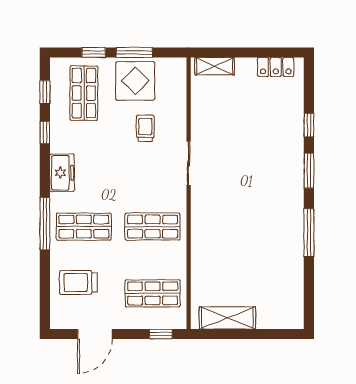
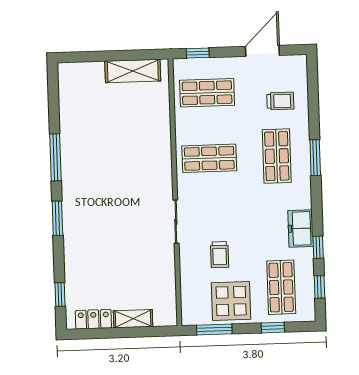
window: (134, 52) -> (214, 330), moved
shelving: (215, 66) -> (133, 319), moved
window: (309, 125) -> (60, 295), moved
freezer: (62, 173) -> (301, 228), moved
window: (45, 224) -> (315, 158), width x0.69
shop shelf: (84, 227) -> (277, 156), turned 90
trolley: (78, 282) -> (280, 101), width x0.73, depth x0.72

